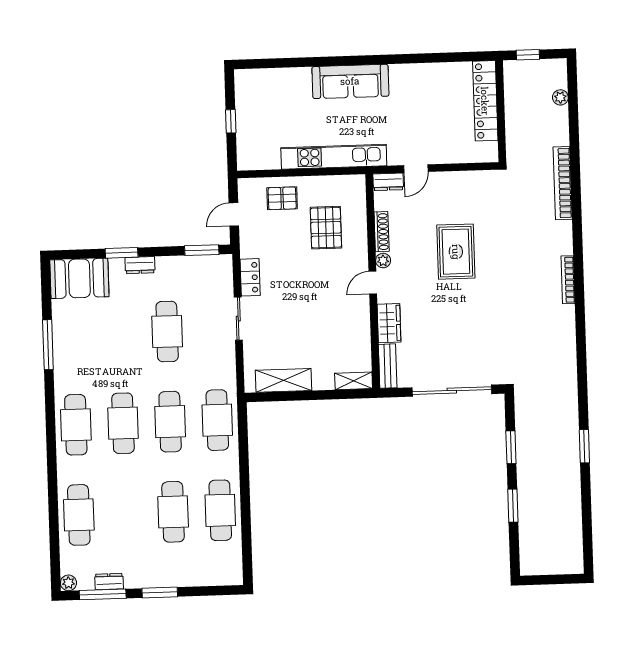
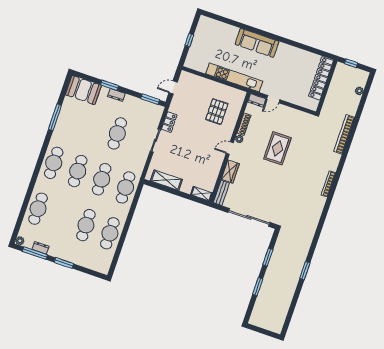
pallet: (282, 198) -> (200, 88), removed

